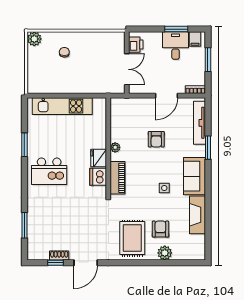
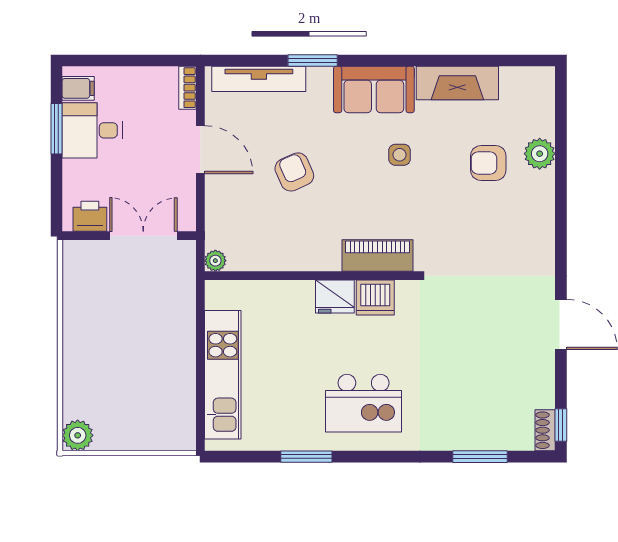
chair: (64, 52) -> (106, 371), removed
window: (208, 60) -> (122, 60), removed
armchair: (156, 139) -> (294, 172), turned -114
plant: (115, 147) -> (215, 261), moved
kitchen island: (49, 171) -> (364, 403), turned 90
rug: (132, 238) -> (508, 224), removed
shoe rack: (59, 255) -> (545, 430), moved
window: (56, 263) -> (561, 425), moved

